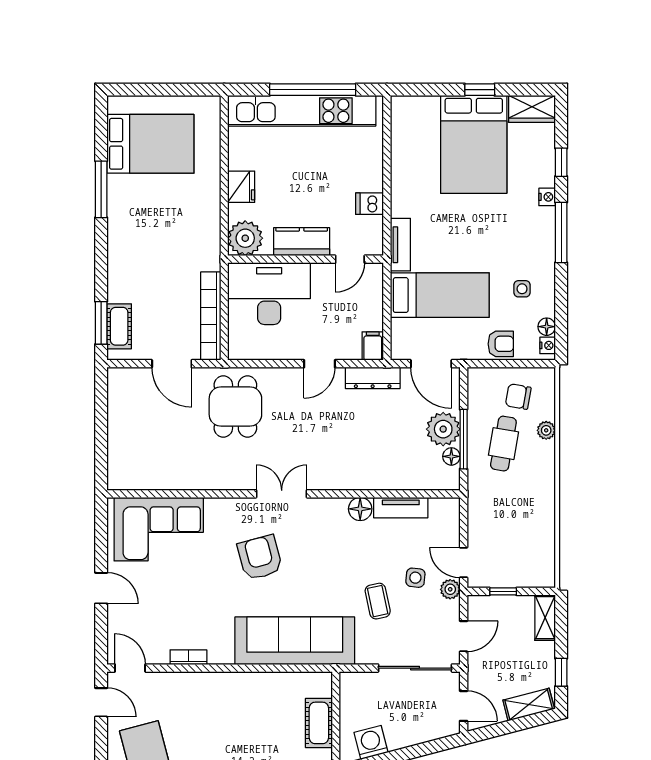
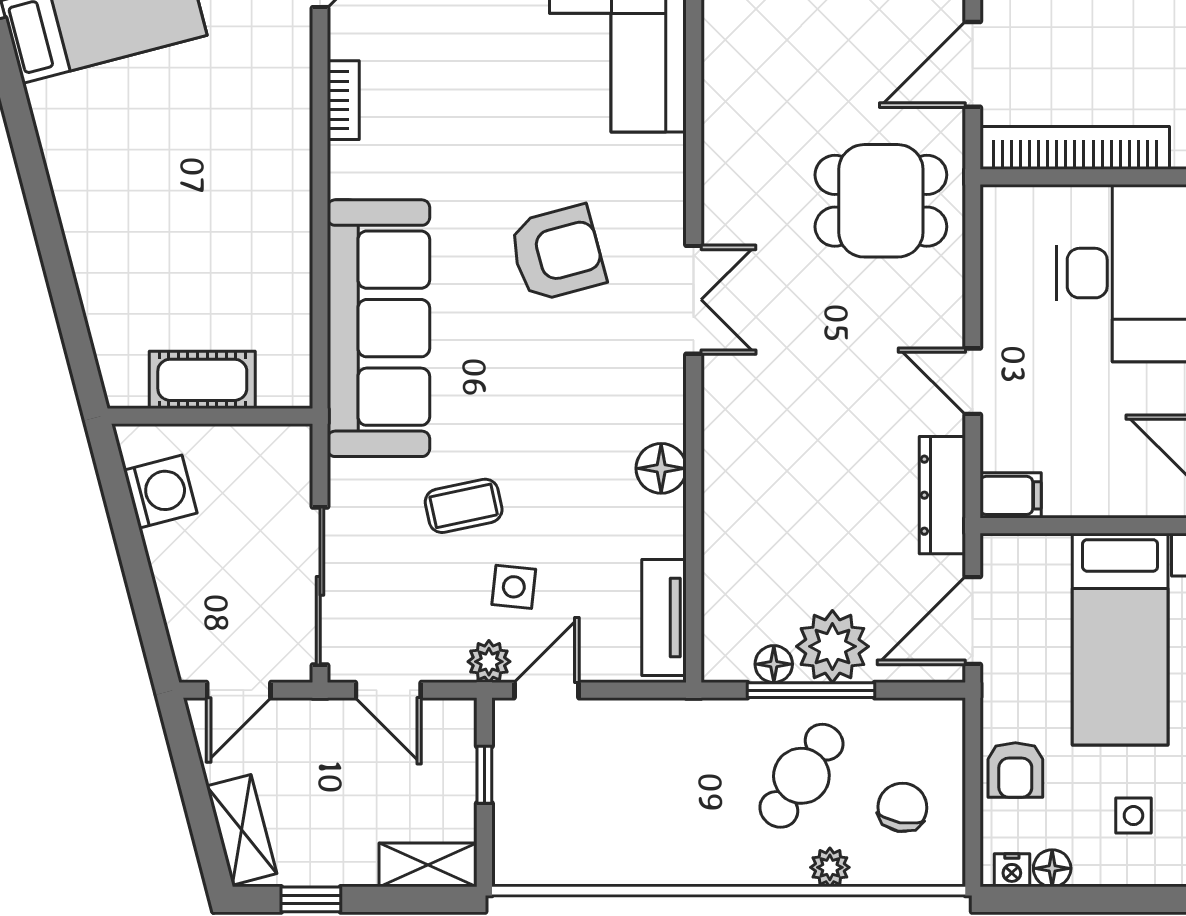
cafe table: (503, 444) -> (801, 776), turned -66
tv unit: (401, 508) -> (664, 617), moved

